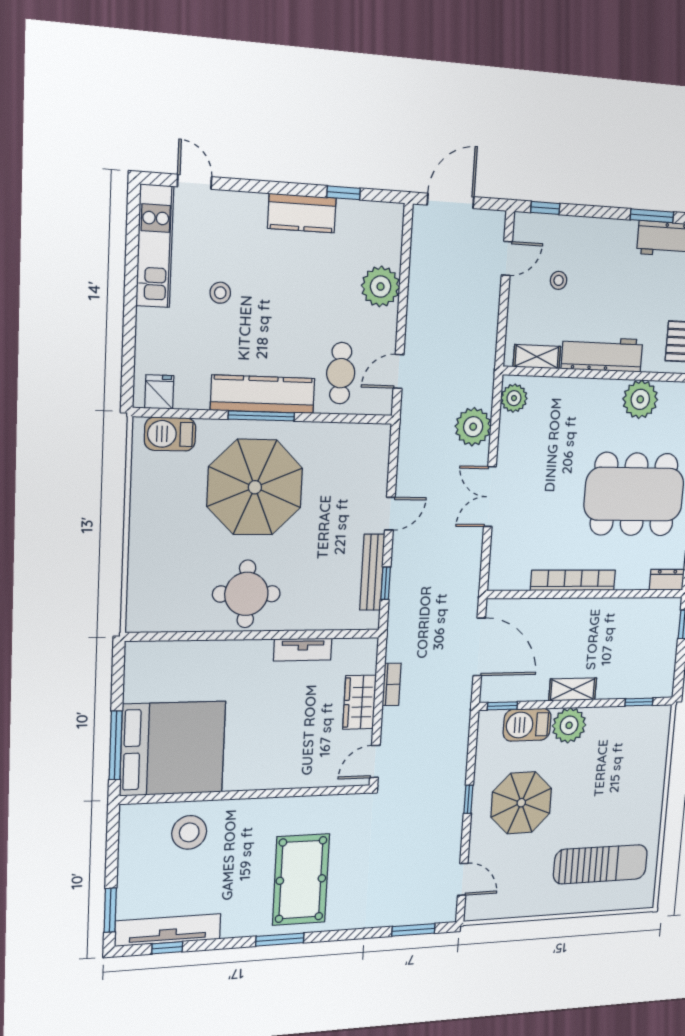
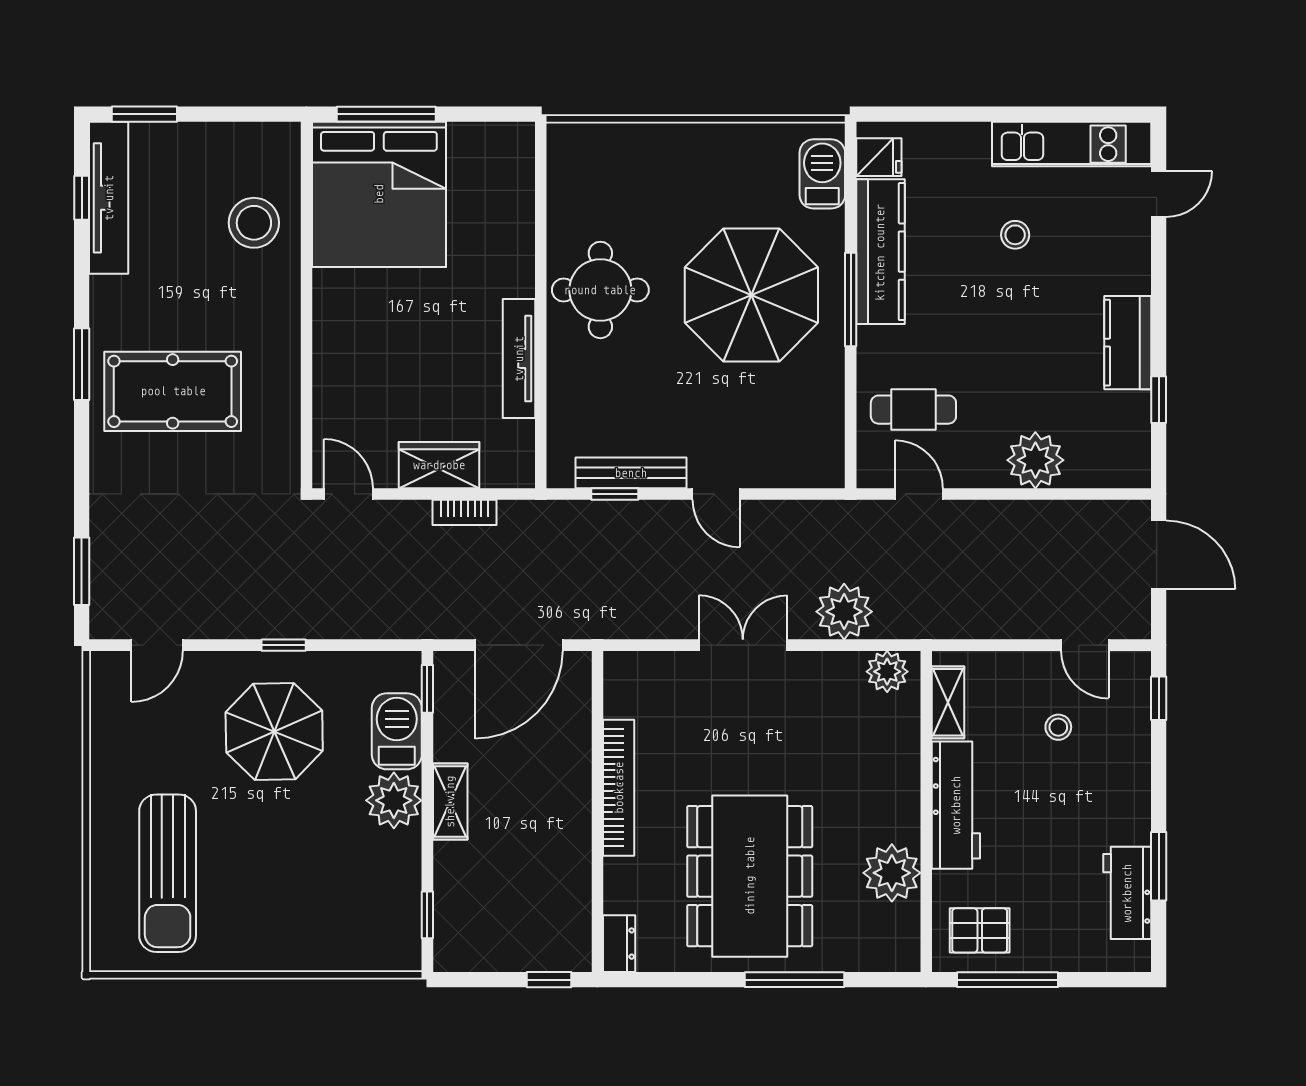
kitchen counter: (263, 394) -> (880, 252), moved
tv unit: (303, 649) -> (519, 359), width x1.41

